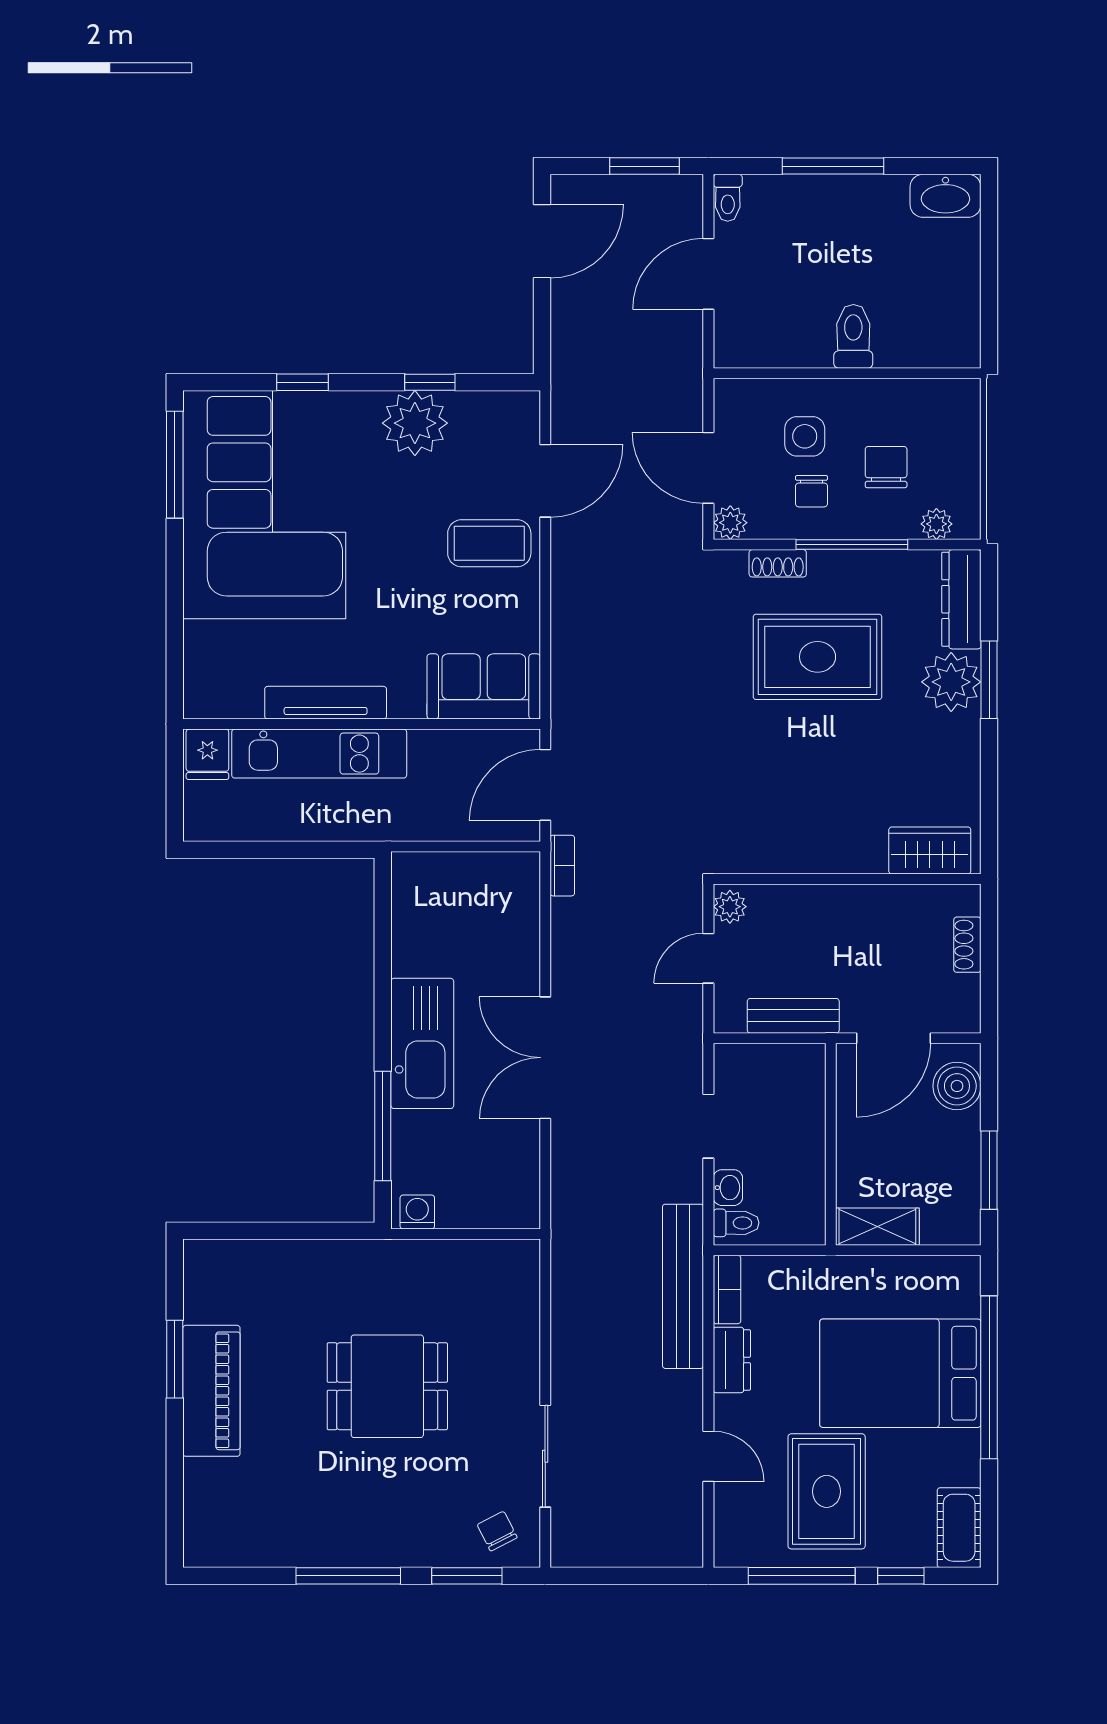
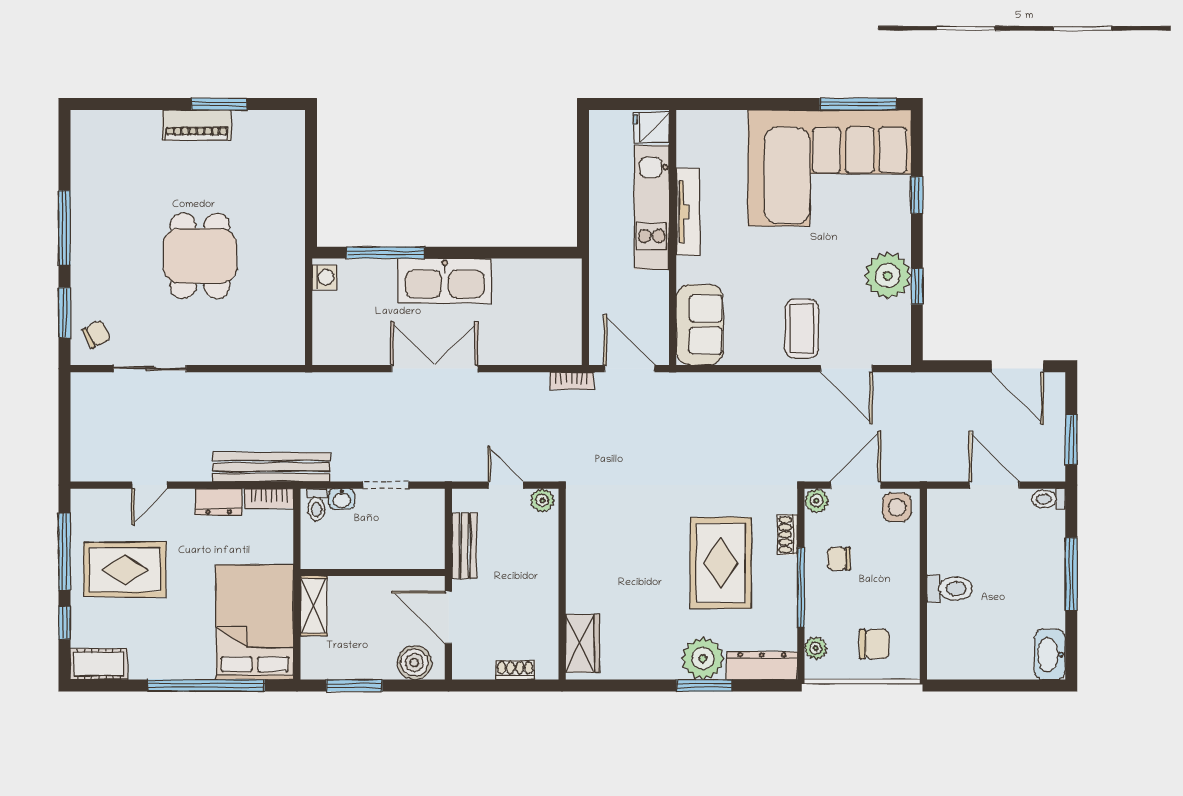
side table: (805, 436) -> (897, 507), moved
chair: (886, 467) -> (874, 644), moved
bed: (900, 1373) -> (255, 622), moved
piano: (211, 1391) -> (197, 125), width x0.73, depth x0.75

